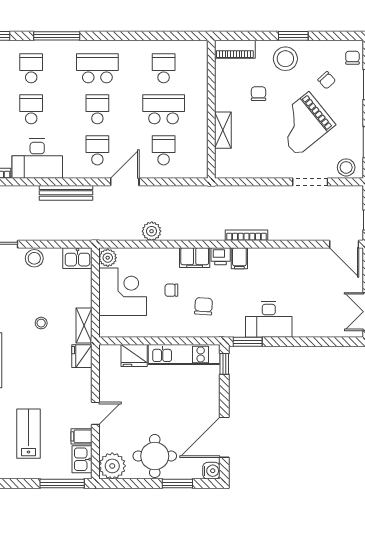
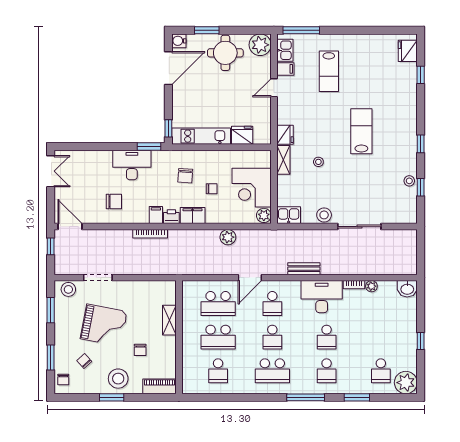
grand piano: (303, 124) -> (104, 325), turned 50
school desk: (164, 150) -> (218, 303), width x1.85
bench: (66, 193) -> (304, 269), width x0.73
chair: (291, 275) -> (114, 202), added

